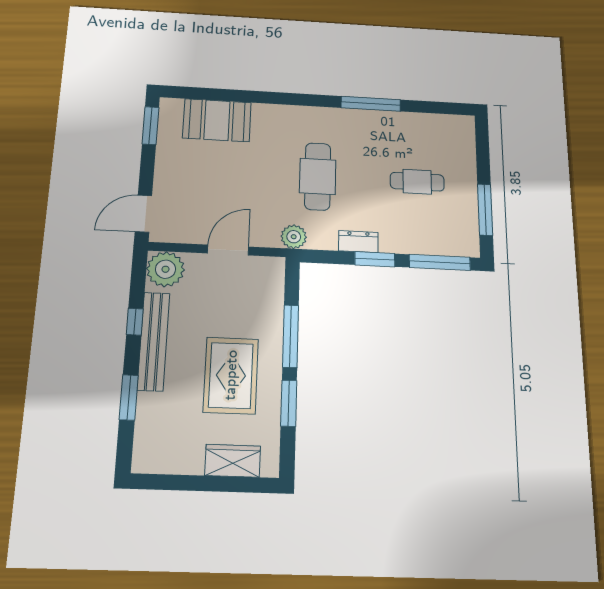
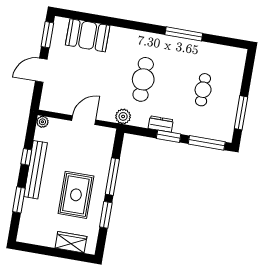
cafe table: (417, 182) -> (203, 90), turned 90
door: (143, 214) -> (41, 70), moved
plant: (165, 269) -> (42, 122), width x0.53, depth x0.53

